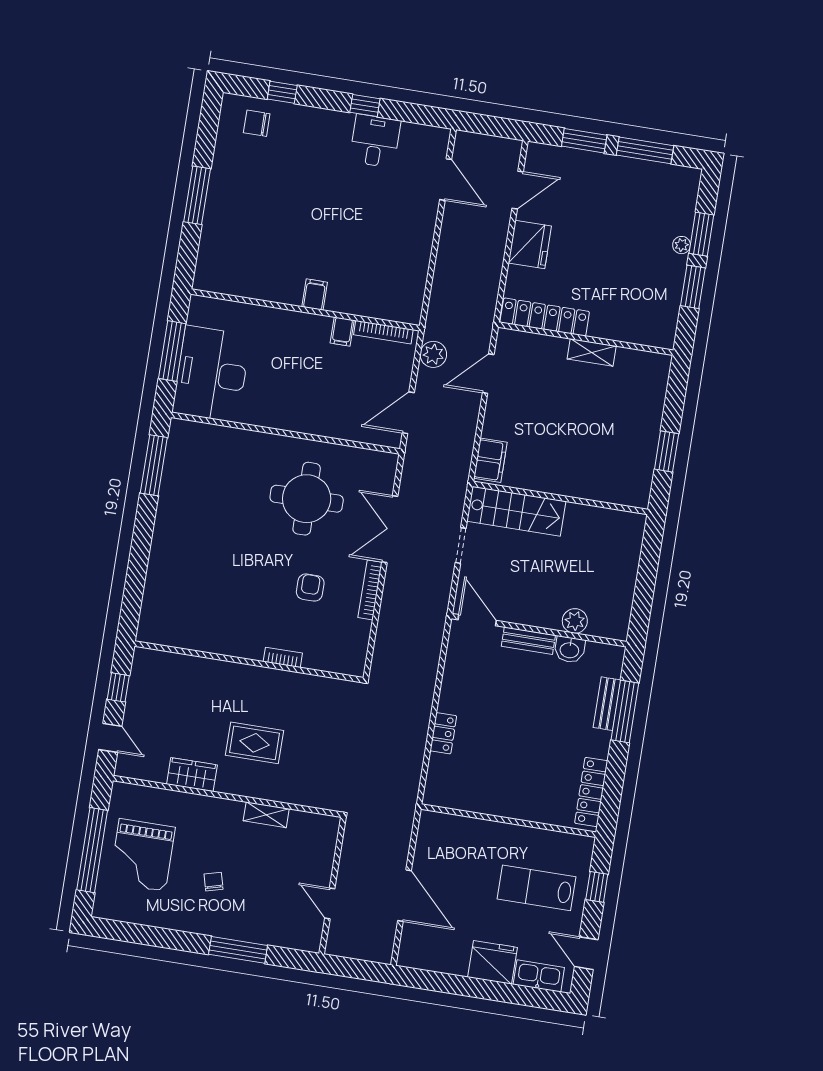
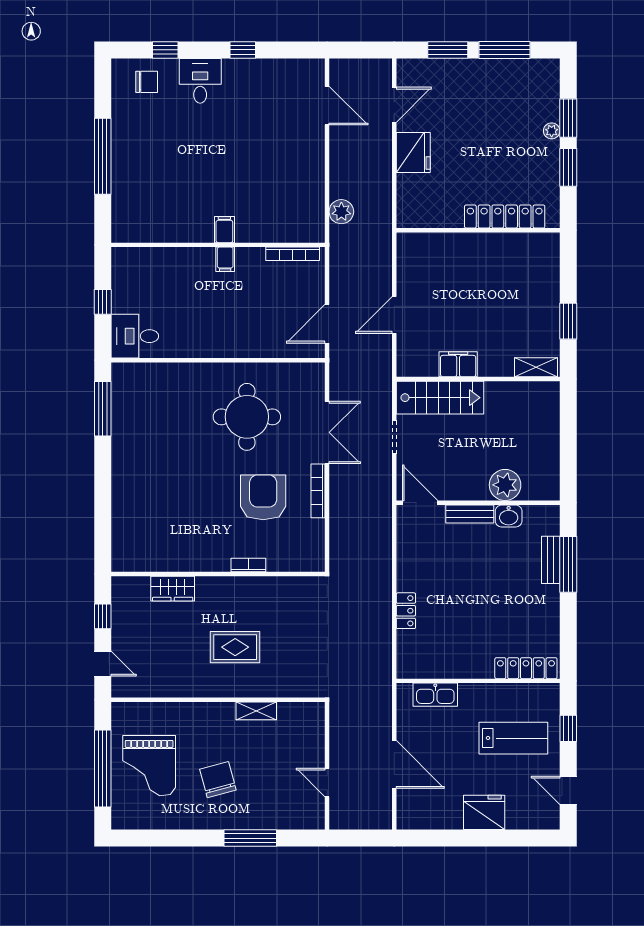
chair: (257, 123) -> (147, 82), turned 180
desk: (375, 141) -> (200, 81), moved
window: (197, 195) -> (103, 156), width x1.46
locker: (545, 317) -> (505, 216), moved
filing cabinet: (342, 332) -> (225, 259), moved
window: (172, 351) -> (103, 302), width x0.46
shelving: (592, 352) -> (536, 367), moved
plant: (433, 354) -> (341, 212), moved
desk: (211, 374) -> (135, 336), width x0.53, depth x0.77
door: (488, 374) -> (394, 315), moved
filing cabinet: (490, 460) -> (458, 364), moved, turned -90
double door: (390, 529) -> (327, 432), swing flipped
armchair: (310, 588) -> (263, 497), width x1.88, depth x1.88
plant: (575, 621) -> (505, 485), width x1.36, depth x1.36
wardrobe: (192, 775) -> (173, 589), moved, turned 180
locker: (591, 792) -> (526, 668), moved, turned 90
chair: (214, 882) -> (218, 780), width x1.87, depth x1.87
lab bench: (537, 888) -> (513, 738), turned 180
kitchen sink: (539, 976) -> (435, 695), moved, turned 180

